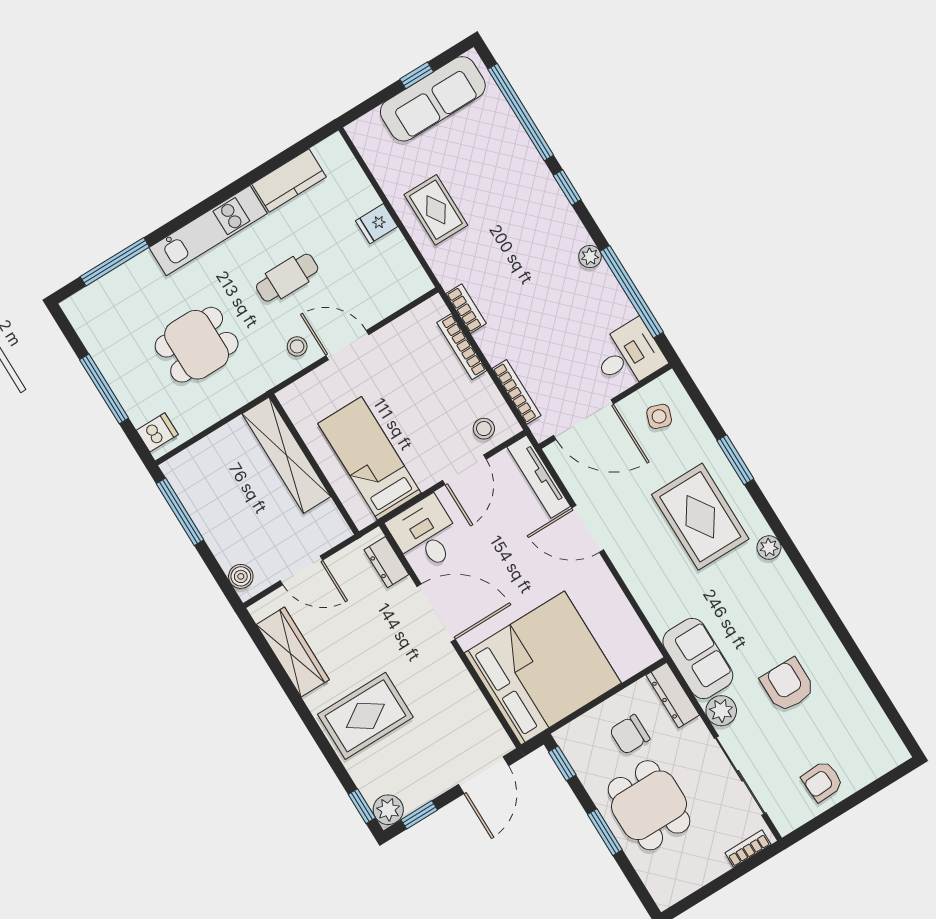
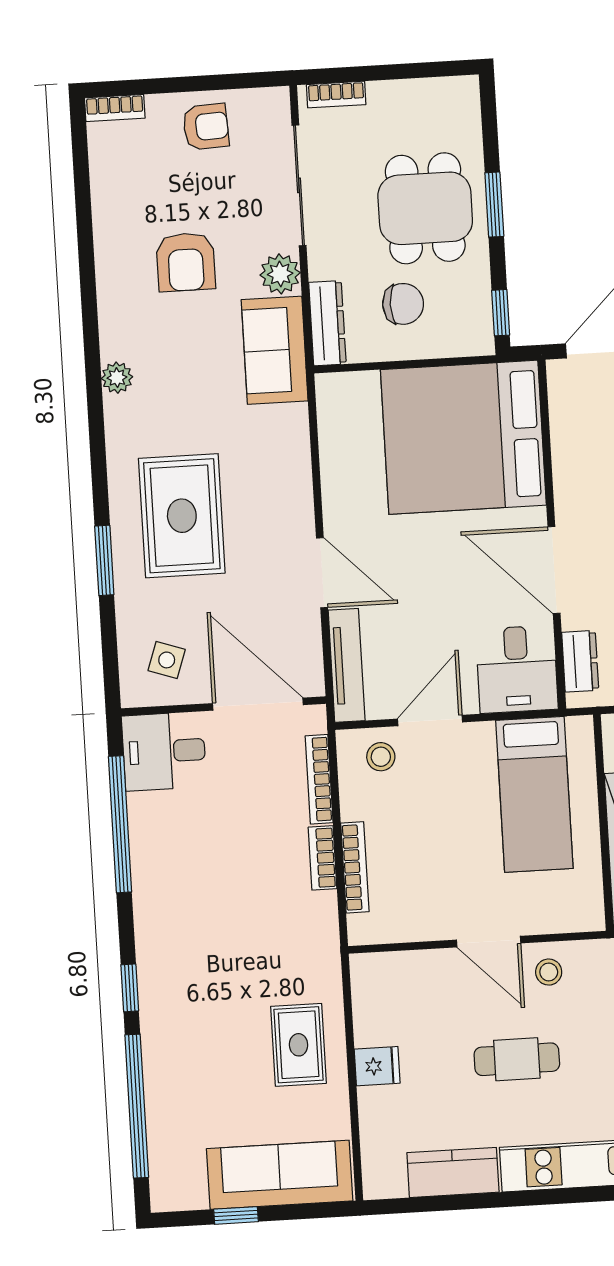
sofa: (433, 99) -> (280, 1175), moved
plant: (590, 257) -> (147, 892), removed
bookcase: (466, 309) -> (323, 858), moved
plant: (769, 548) -> (117, 378), moved
bookcase: (889, 761) -> (115, 108), added

